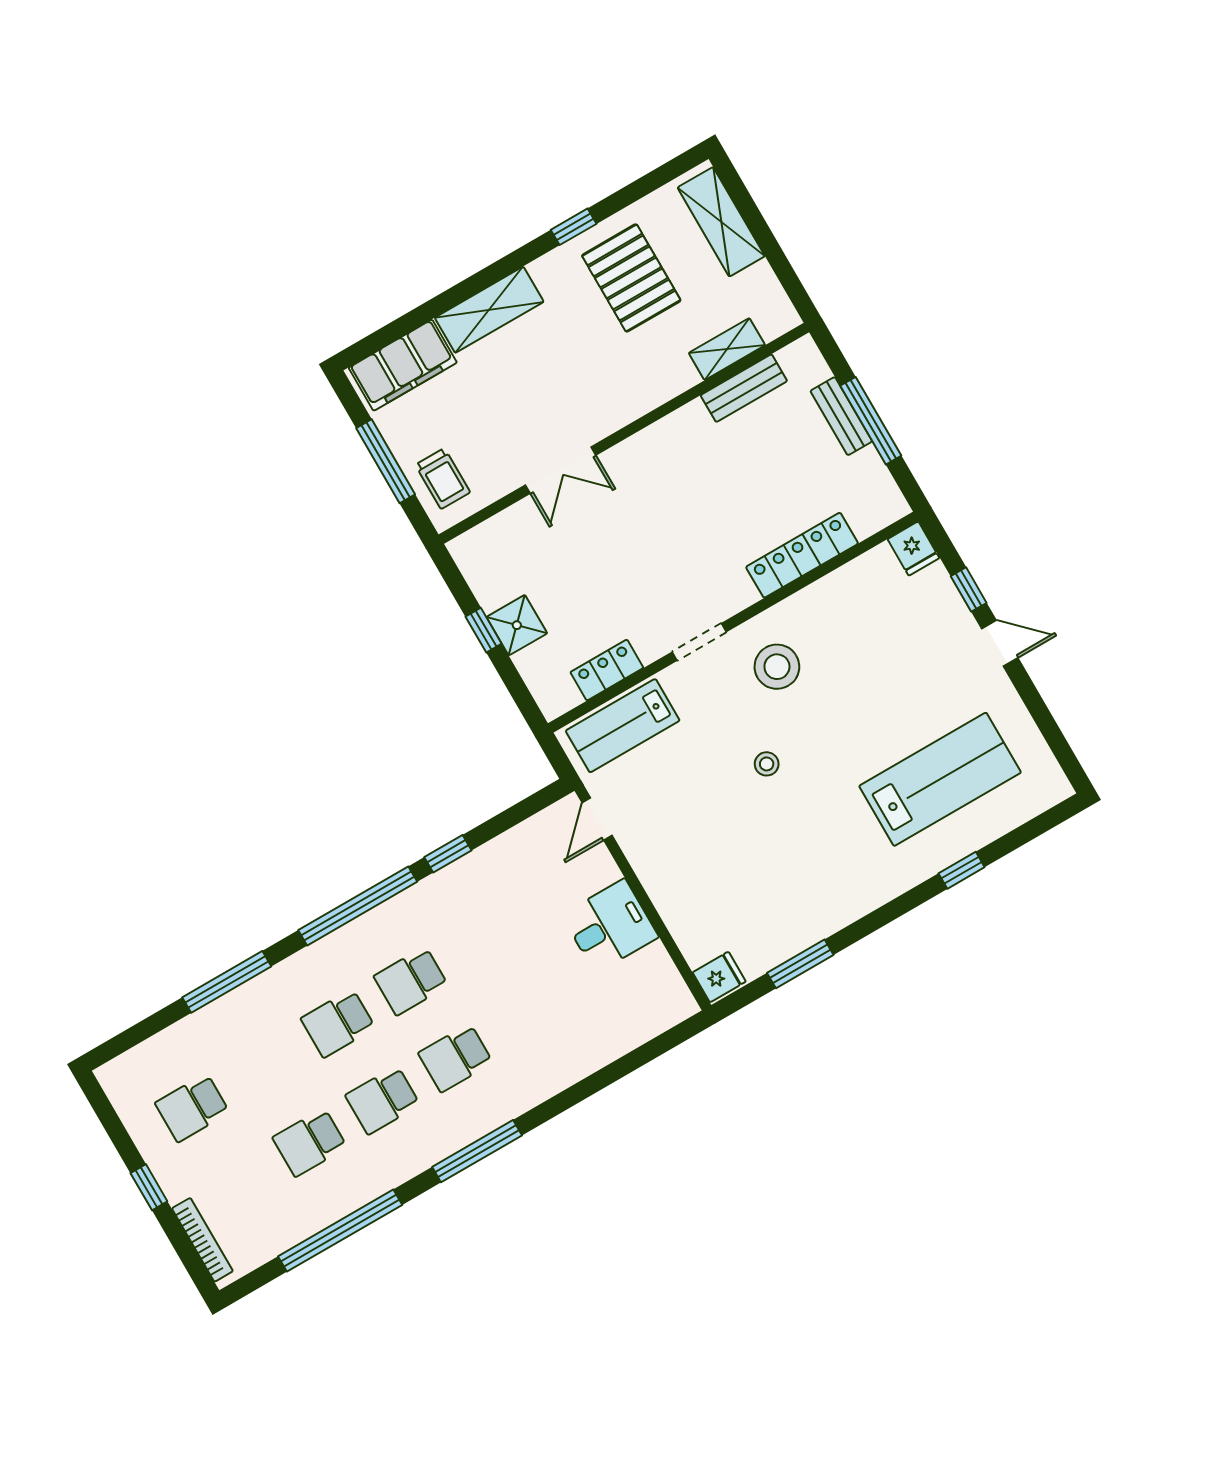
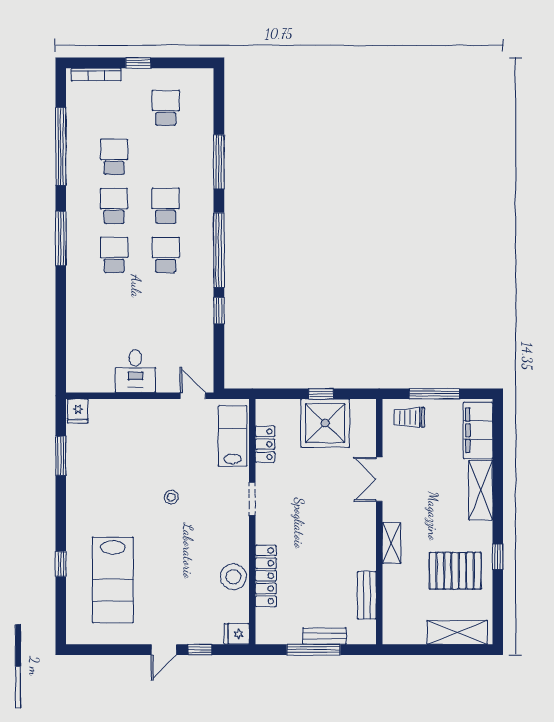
shelving: (727, 349) -> (391, 543), moved
shower: (517, 625) -> (325, 423), width x1.86, depth x1.86
stool: (777, 667) -> (233, 577), moved

